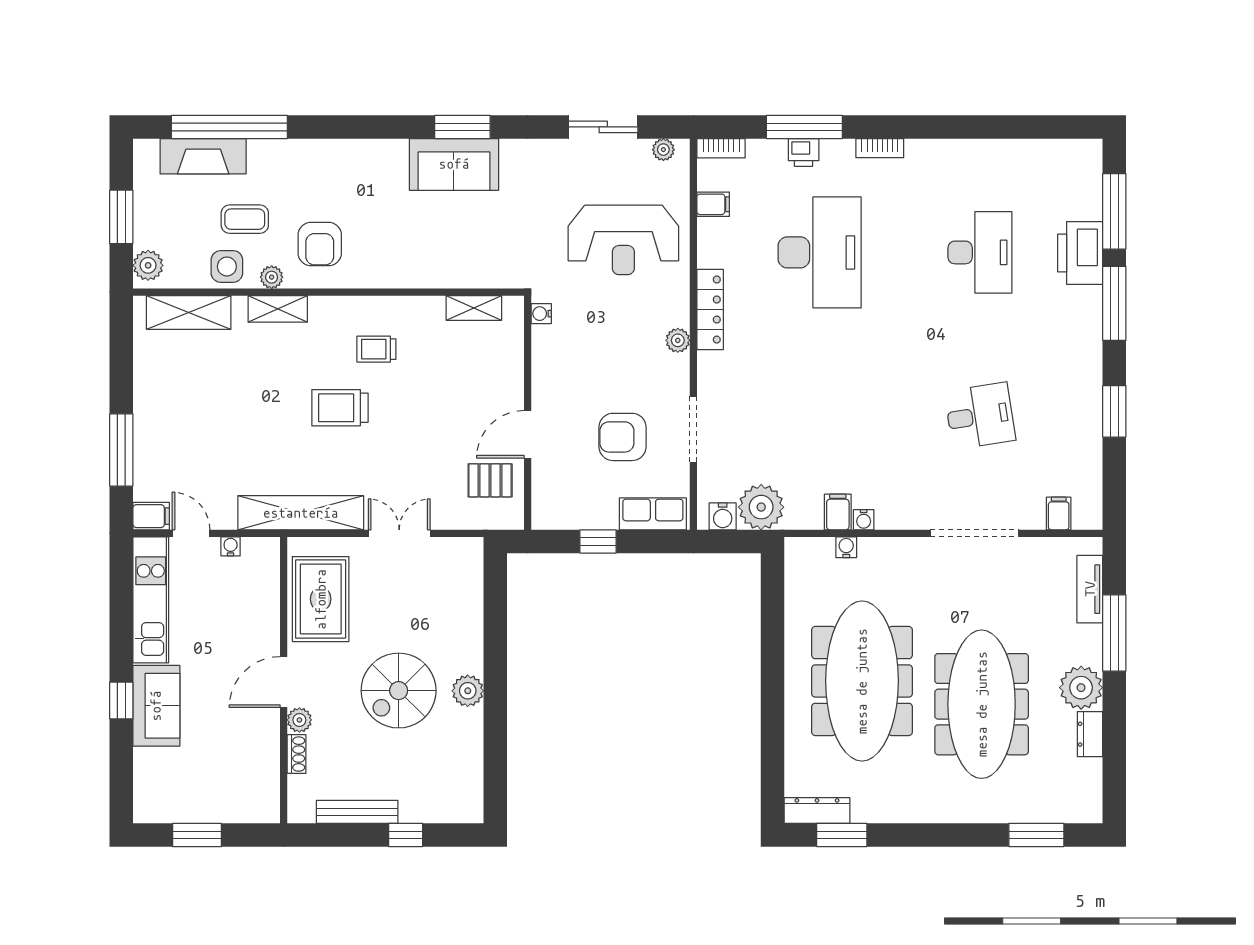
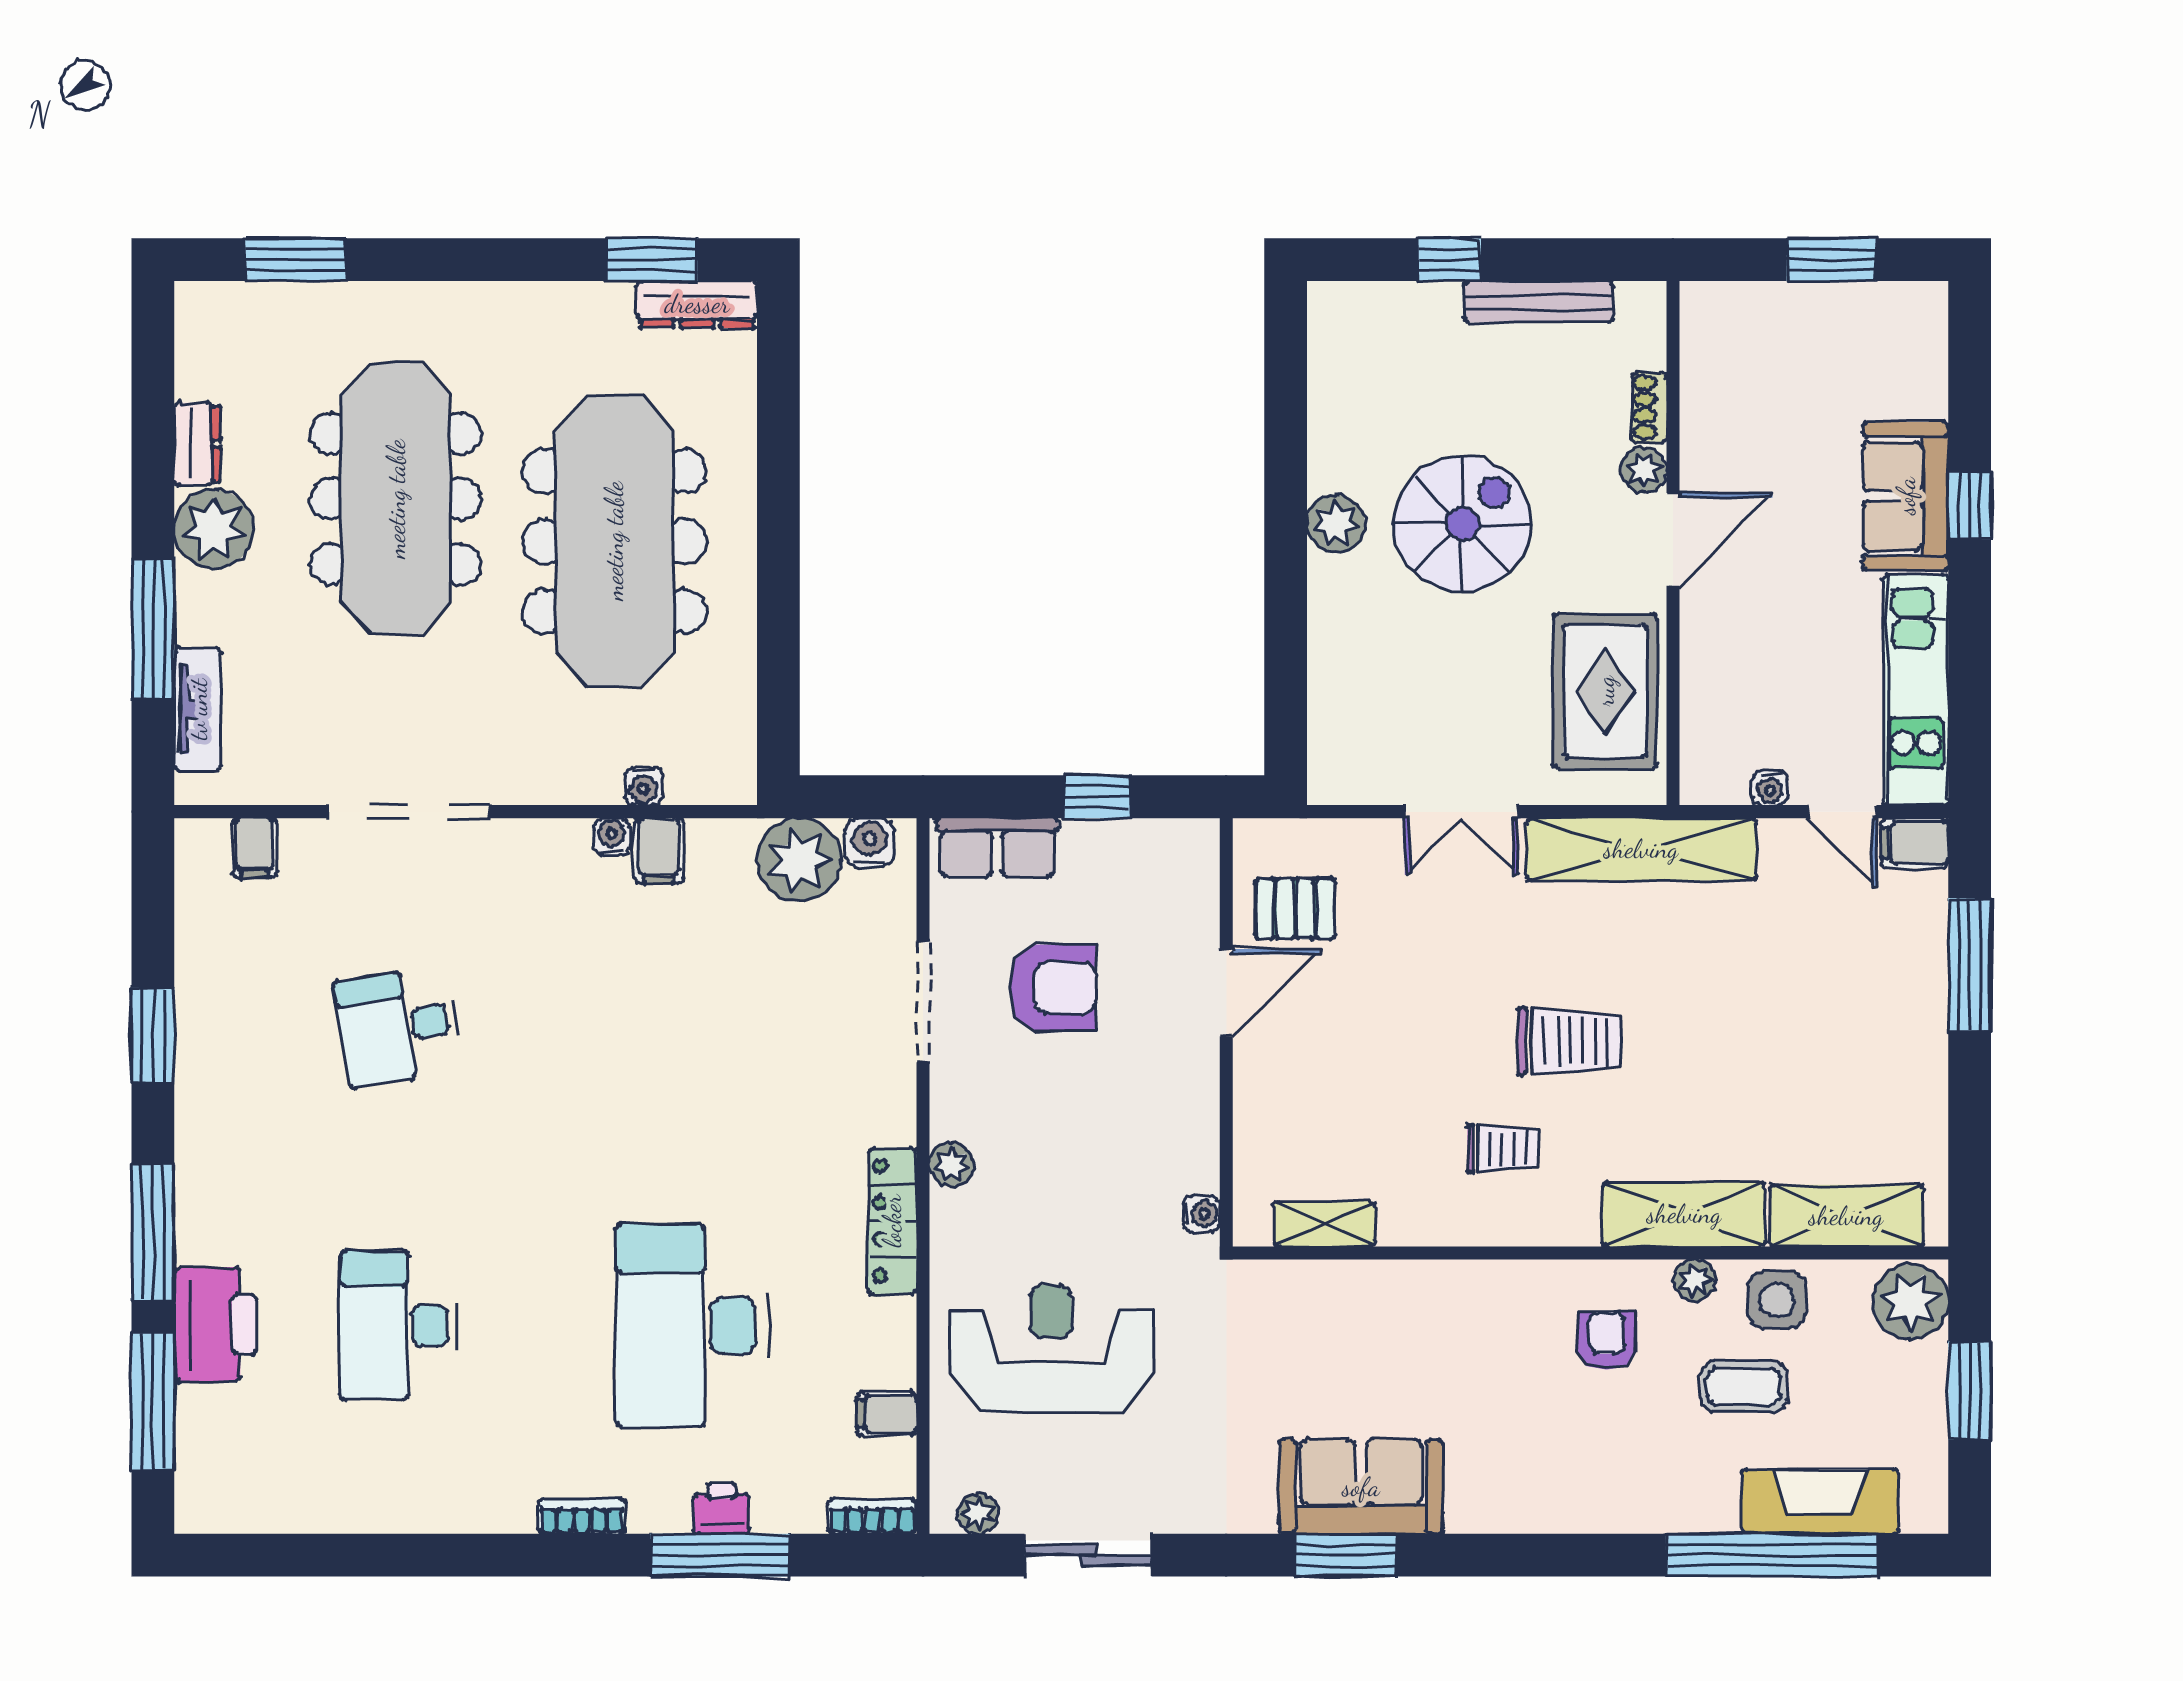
armchair: (320, 244) -> (1607, 1341), width x0.72, depth x0.72
plant: (148, 265) -> (1911, 1302), width x1.36, depth x1.36
shelving: (278, 309) -> (1684, 1214), width x1.50, depth x1.33

